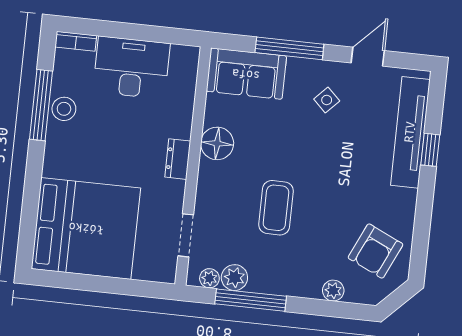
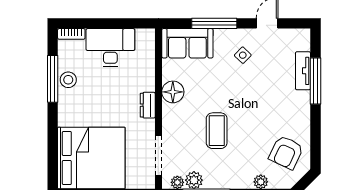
tv unit: (410, 132) -> (303, 71), width x0.52, depth x0.78
window: (430, 150) -> (315, 81), width x2.17
doorway: (186, 235) -> (158, 155), width x1.38

